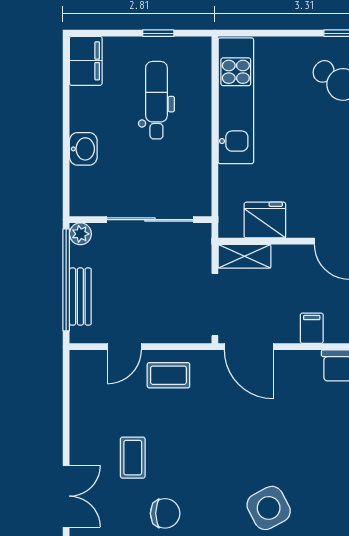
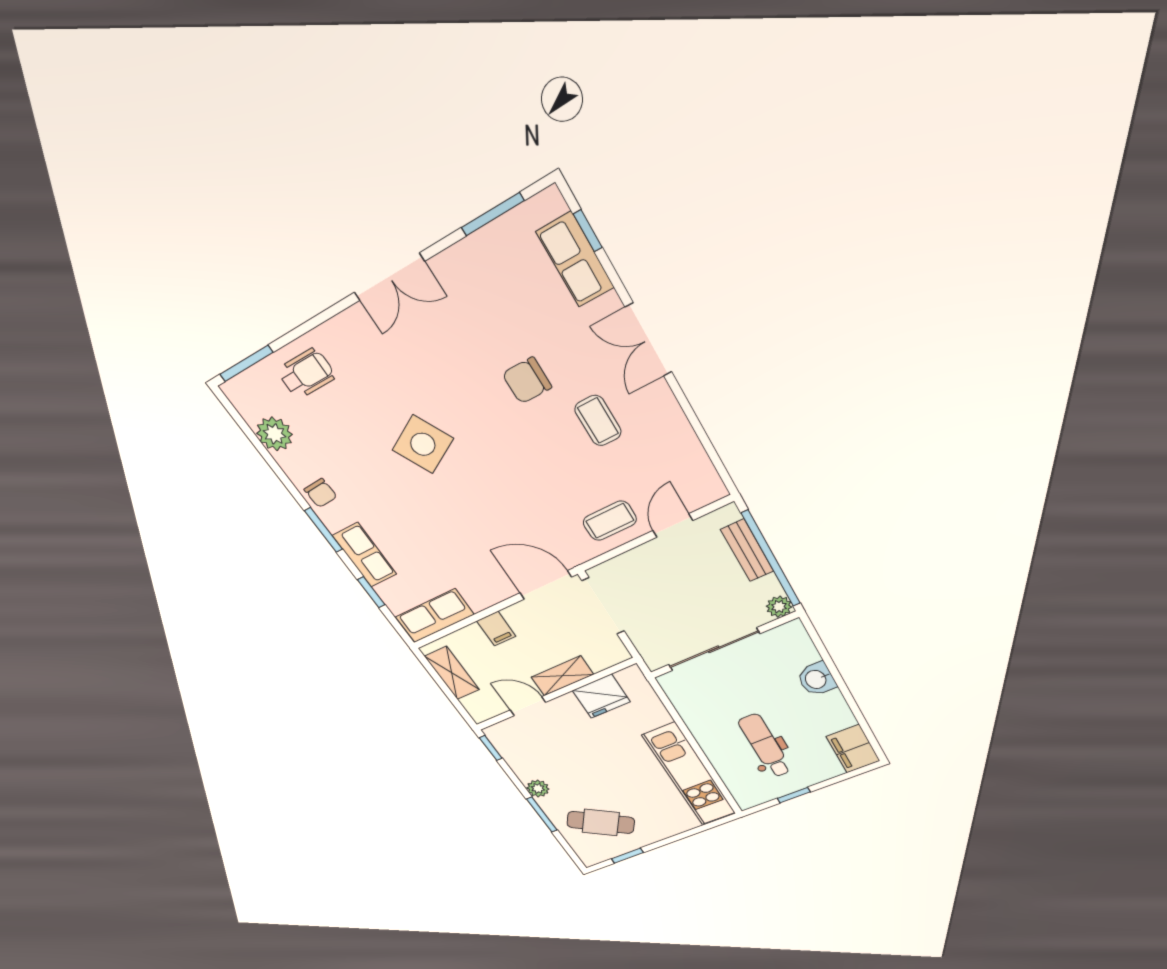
dental chair: (156, 100) -> (765, 746), turned 180
shelving: (244, 256) -> (562, 676), moved

